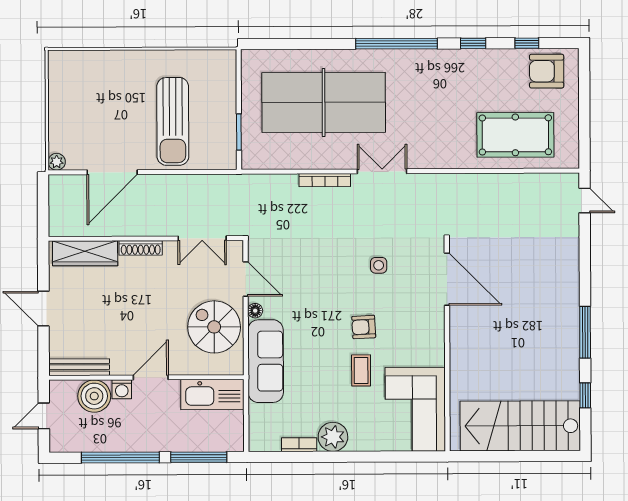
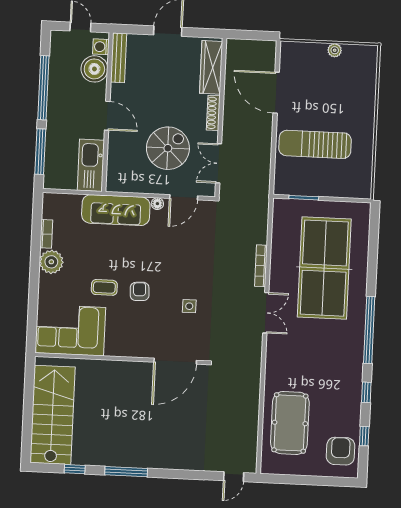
plant: (57, 162) -> (335, 50), moved
spiral stairs: (214, 327) -> (168, 148), moved
washing machine: (122, 389) -> (101, 47), moved

